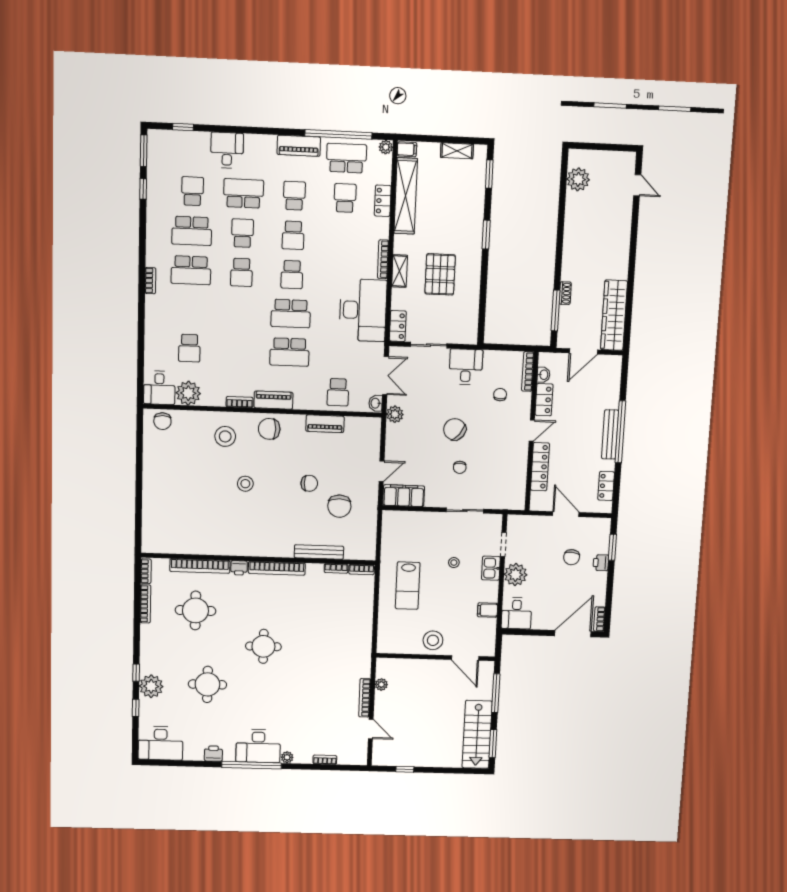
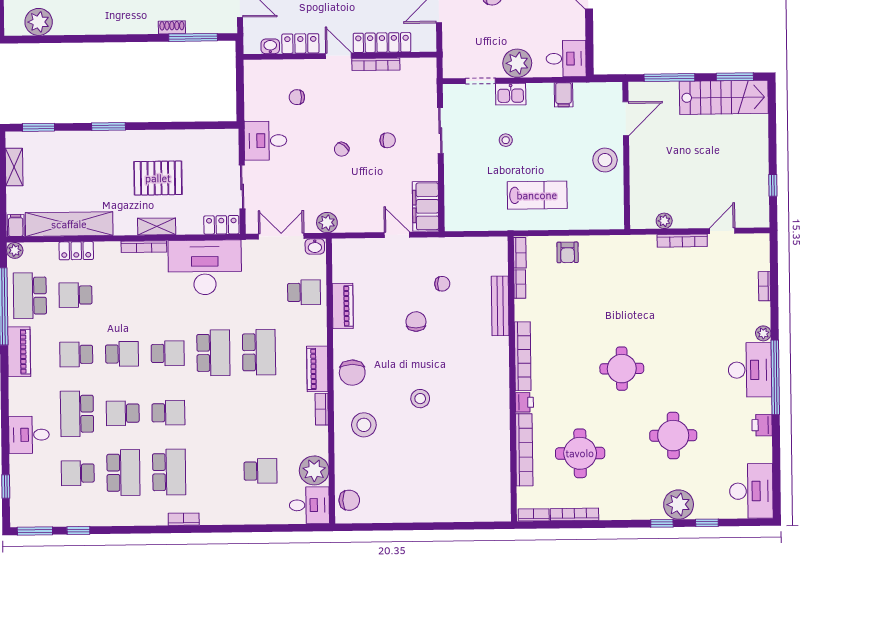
bookcase: (528, 371) -> (376, 64), moved
chair: (455, 429) -> (342, 149), width x0.54, depth x0.54
chair: (339, 506) -> (442, 284), width x0.54, depth x0.54
armchair: (360, 608) -> (568, 252), added

